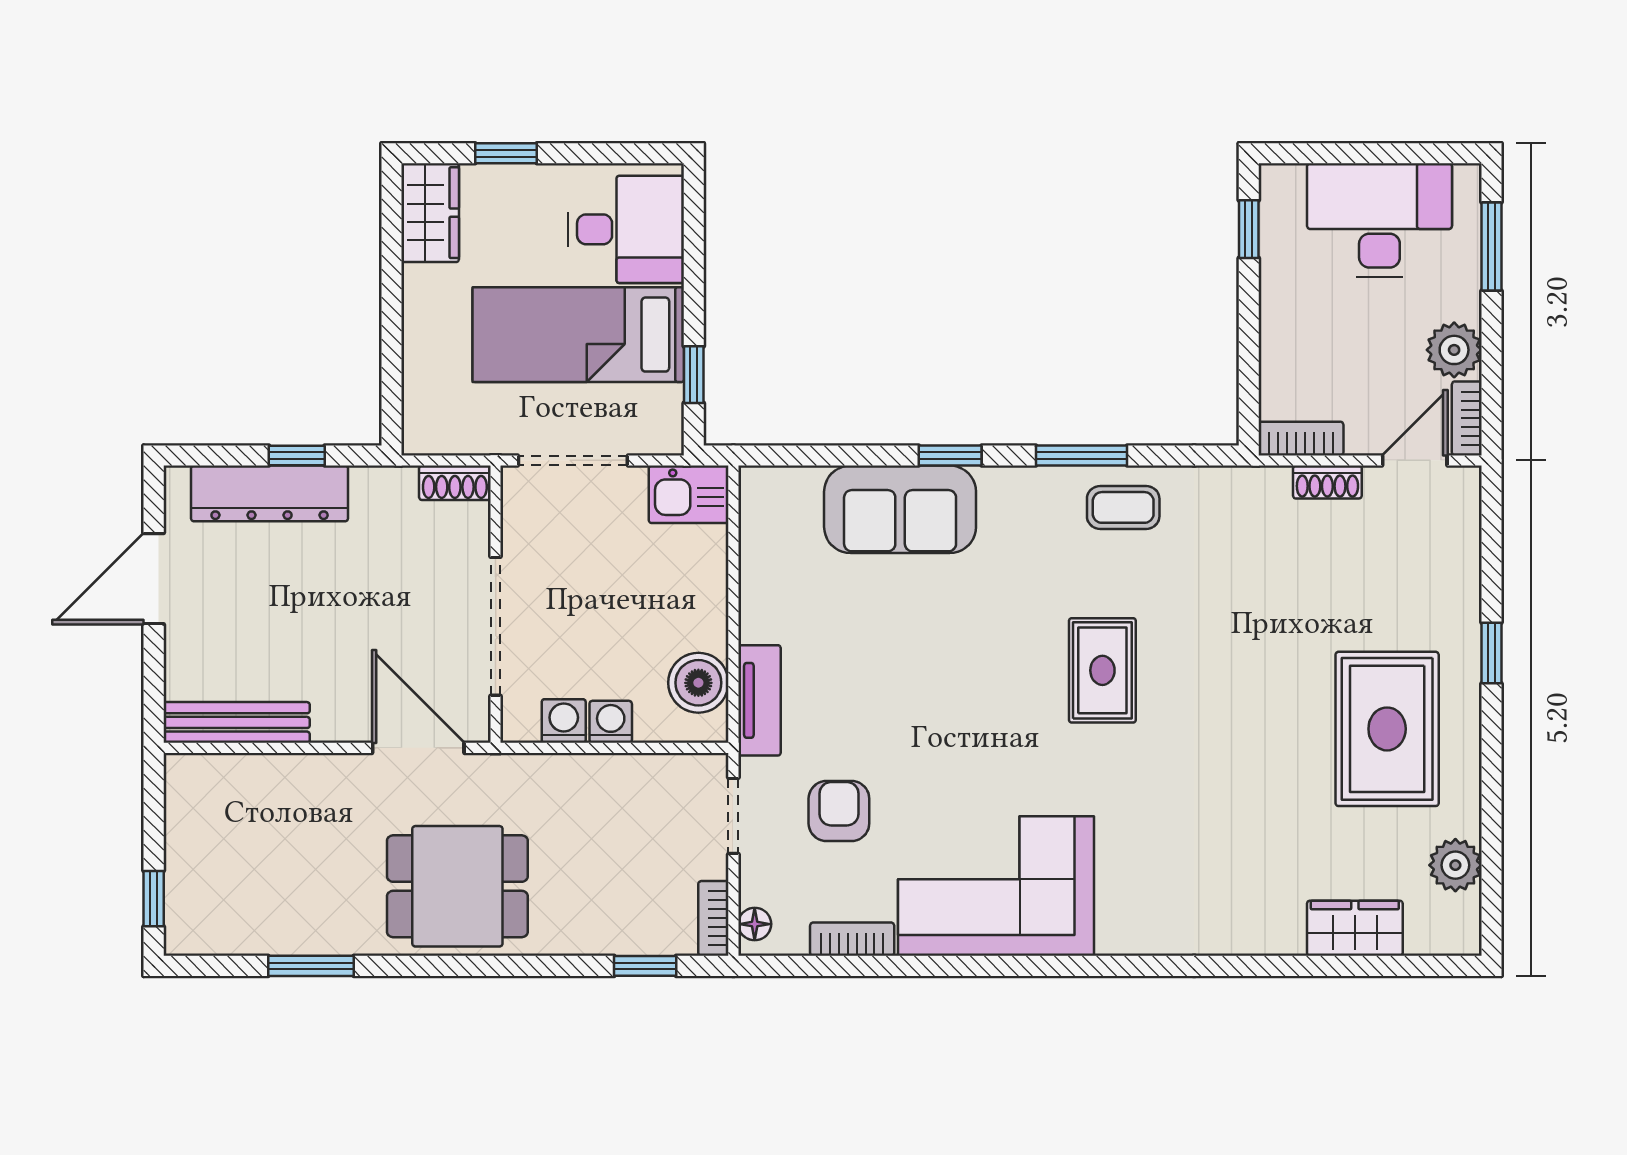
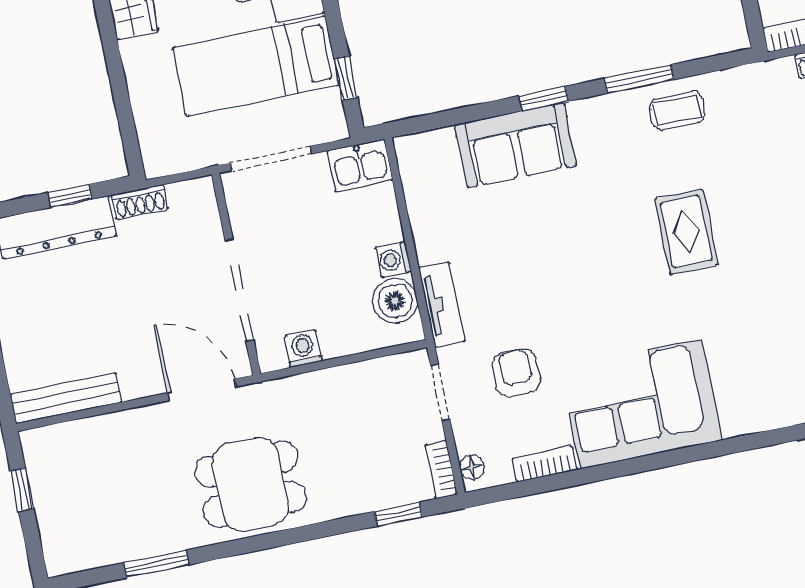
shoe rack: (455, 483) -> (140, 202), moved
washing machine: (611, 722) -> (393, 260), moved, turned -90
window: (154, 899) -> (22, 490), moved

